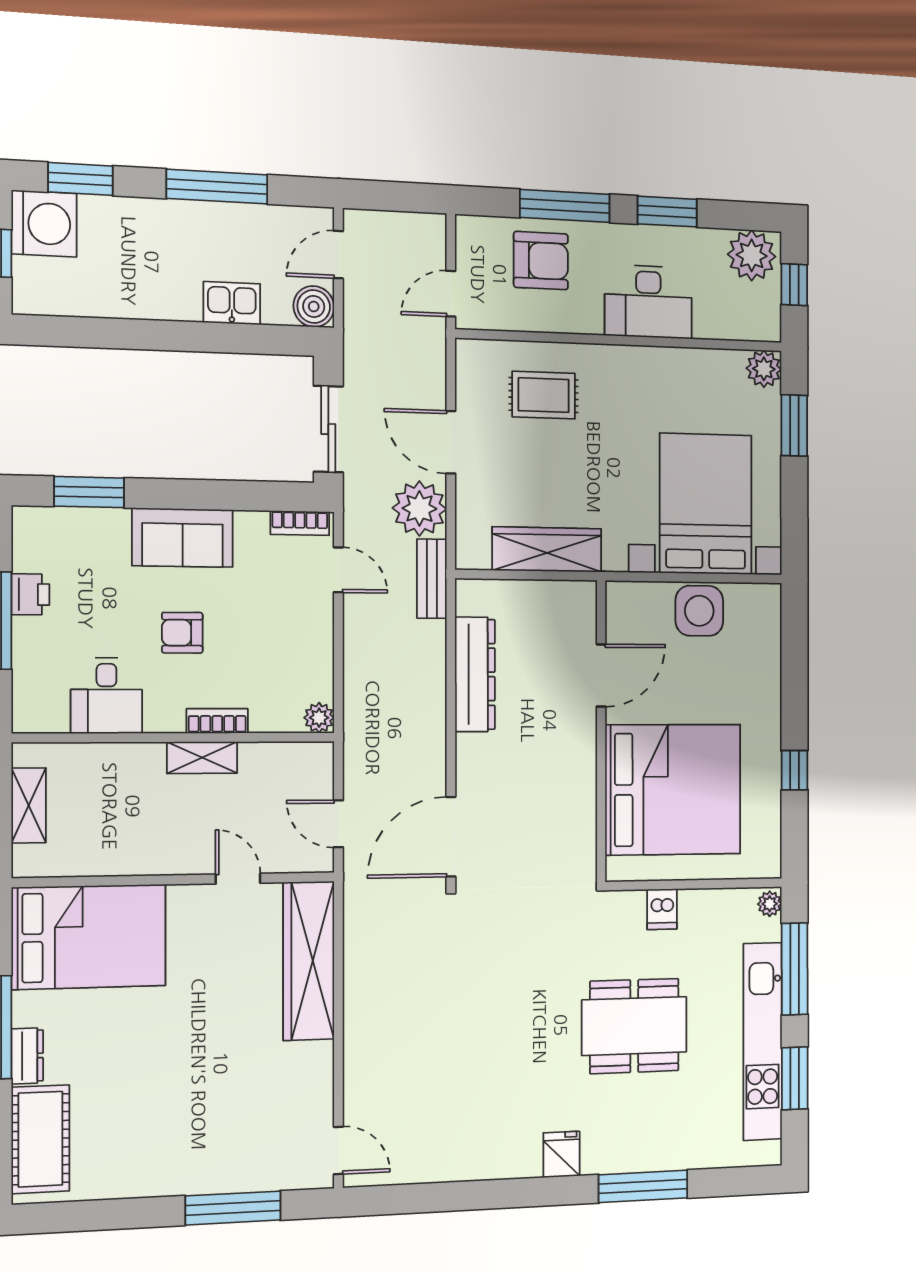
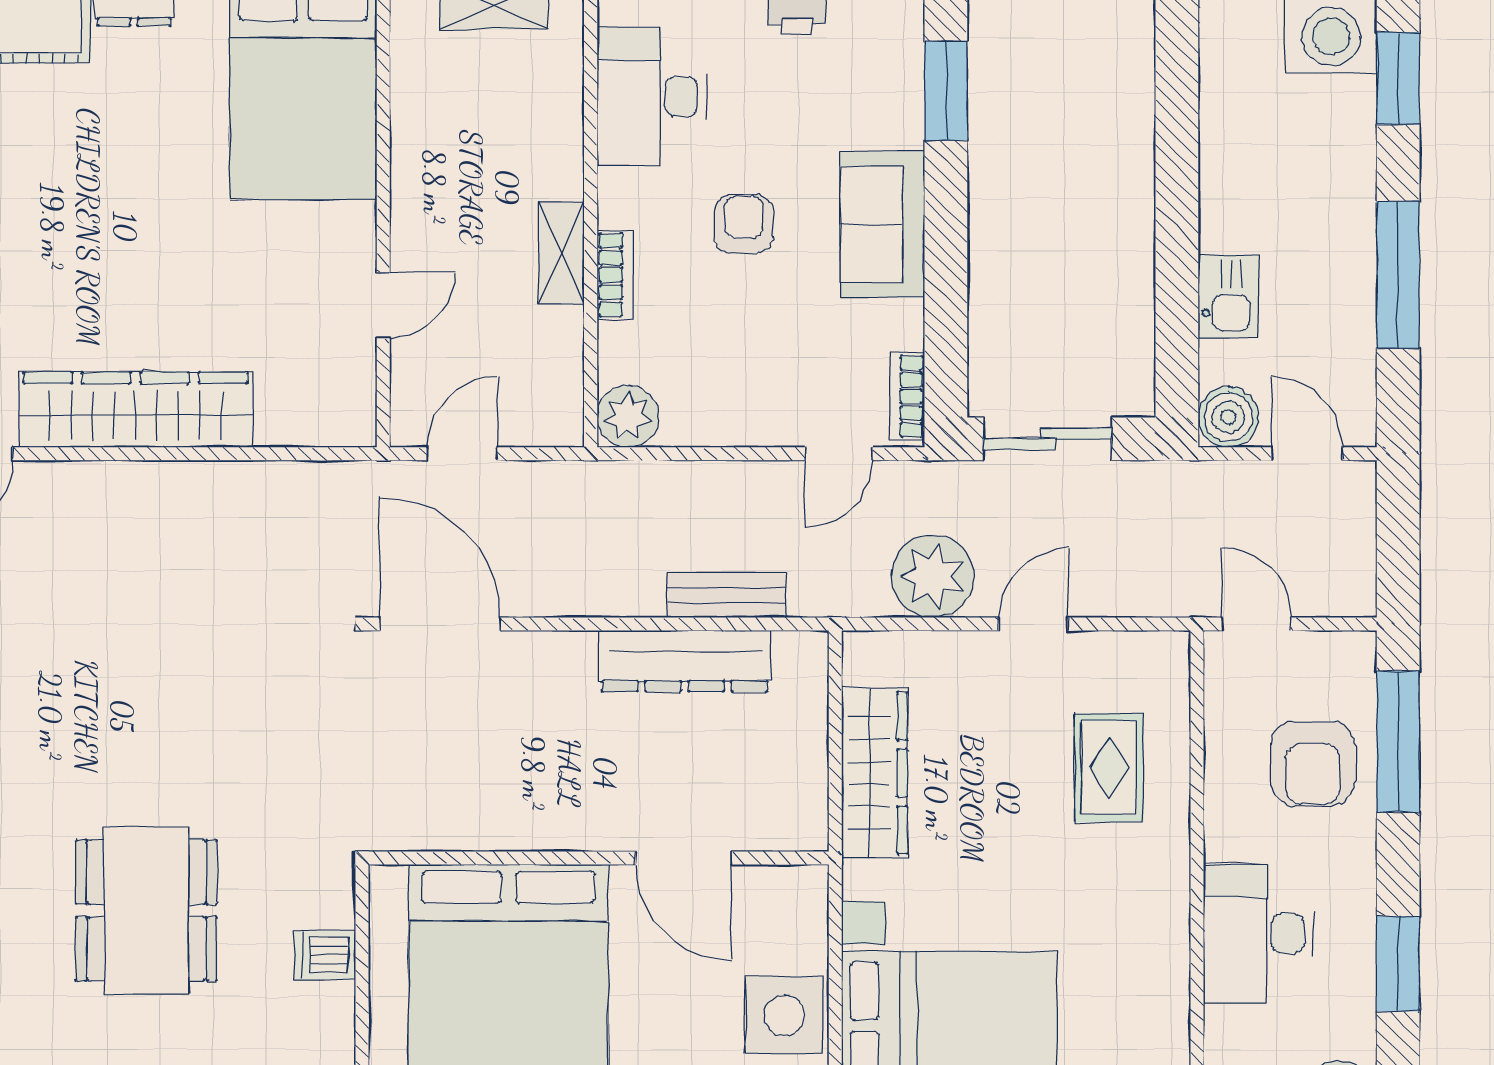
window: (565, 206) -> (1398, 742), moved
door: (451, 442) -> (1033, 624), width x0.73
bench: (432, 579) -> (727, 595), moved
desk: (106, 696) -> (652, 97), width x1.37
plant: (319, 718) -> (628, 416), width x1.38, depth x1.38
wardrobe: (309, 961) -> (135, 409), moved

